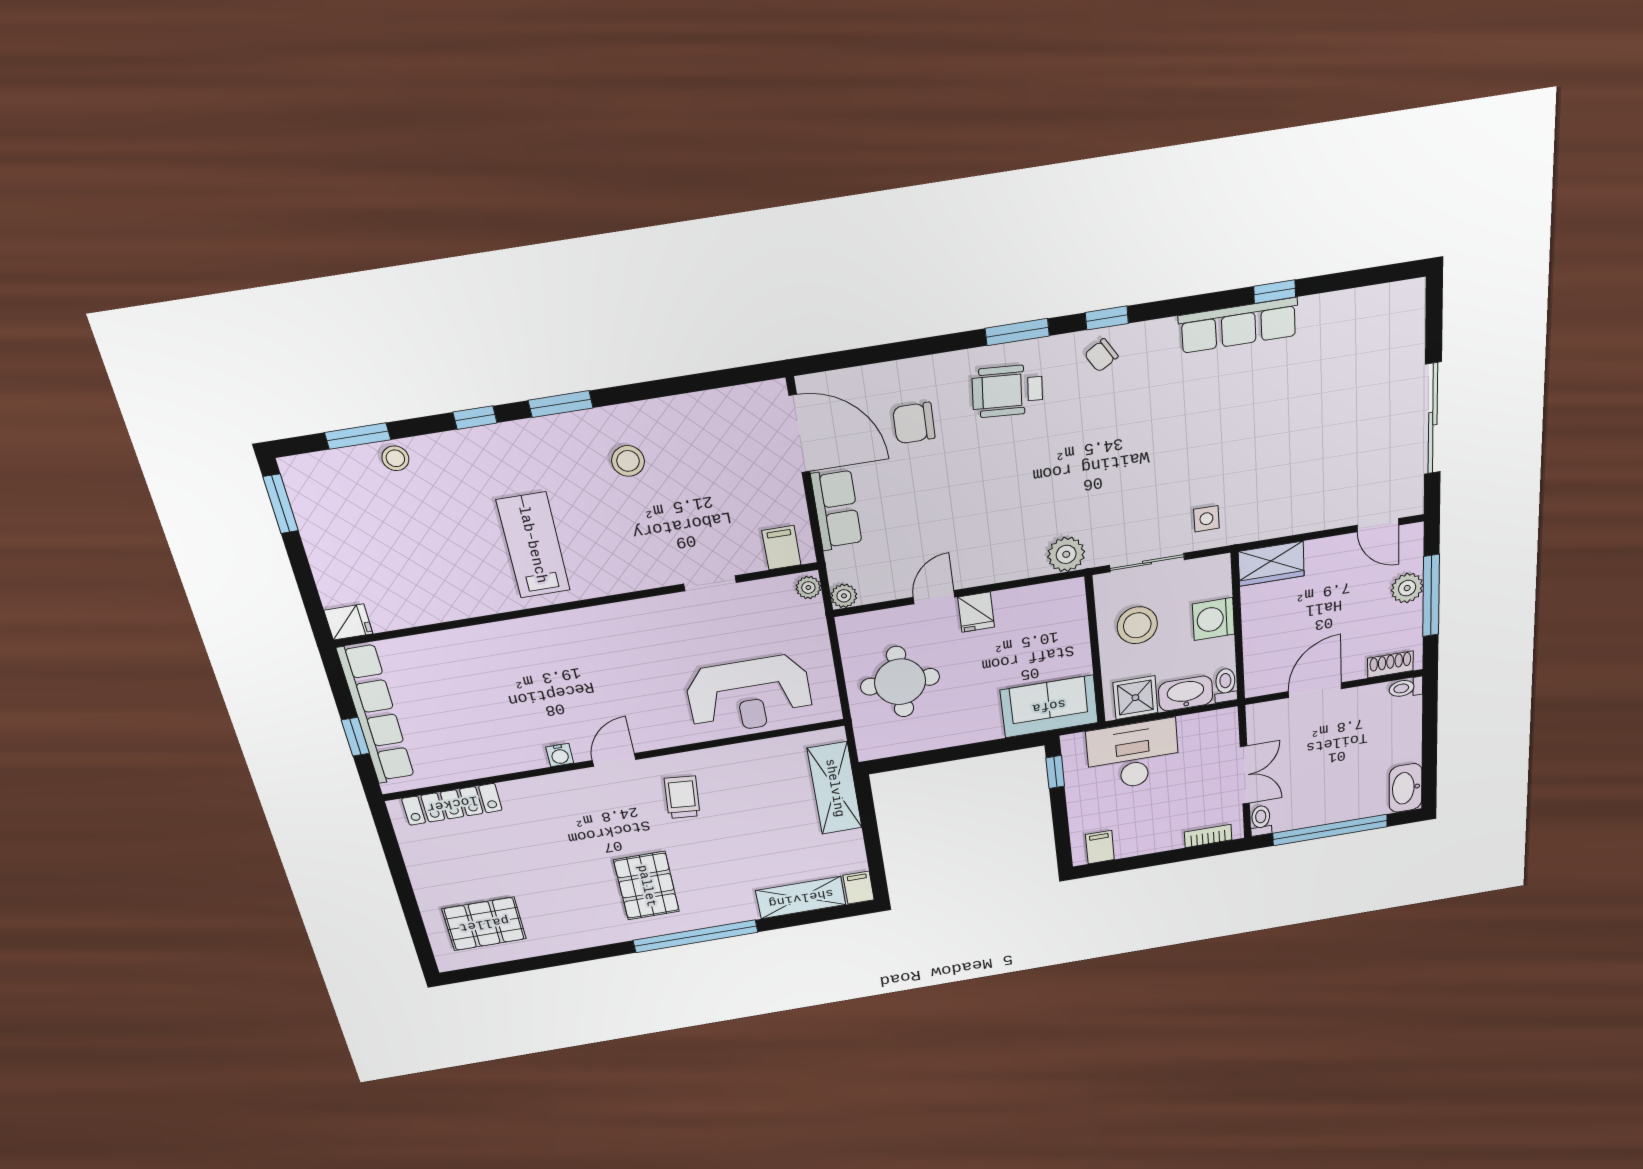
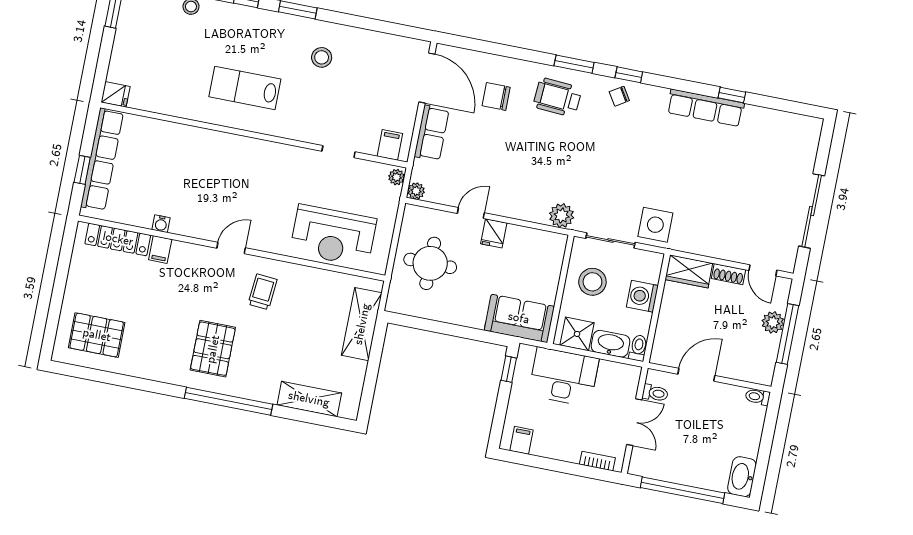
side table: (1206, 519) -> (655, 225), width x1.87, depth x1.87
lab bench: (533, 545) -> (245, 88), turned -90
shoe rack: (1390, 664) -> (729, 274), moved, turned 180
water cooler: (560, 755) -> (161, 224), moved
toilet: (1261, 821) -> (655, 393), moved, turned 90
filing cabinet: (859, 888) -> (160, 250), moved, turned 180

